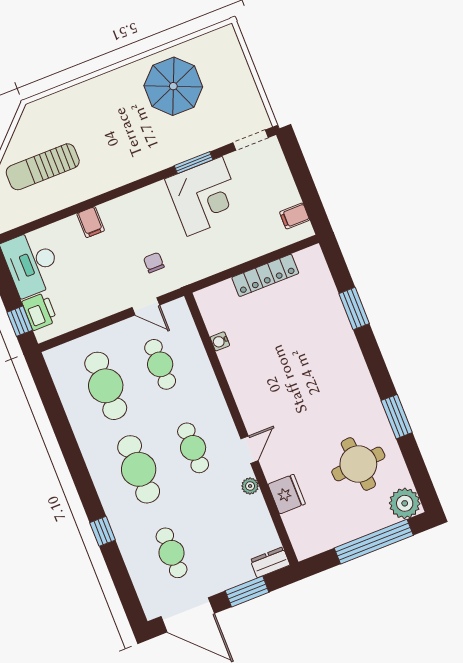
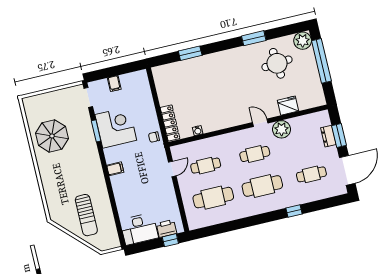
filing cabinet: (295, 216) -> (114, 84), moved
filing cabinet: (91, 222) -> (115, 169), moved
chair: (154, 263) -> (154, 137), moved
locker: (265, 275) -> (170, 123), moved
plant: (250, 486) -> (281, 129), width x1.88, depth x1.88
dresser: (270, 562) -> (328, 136), moved

